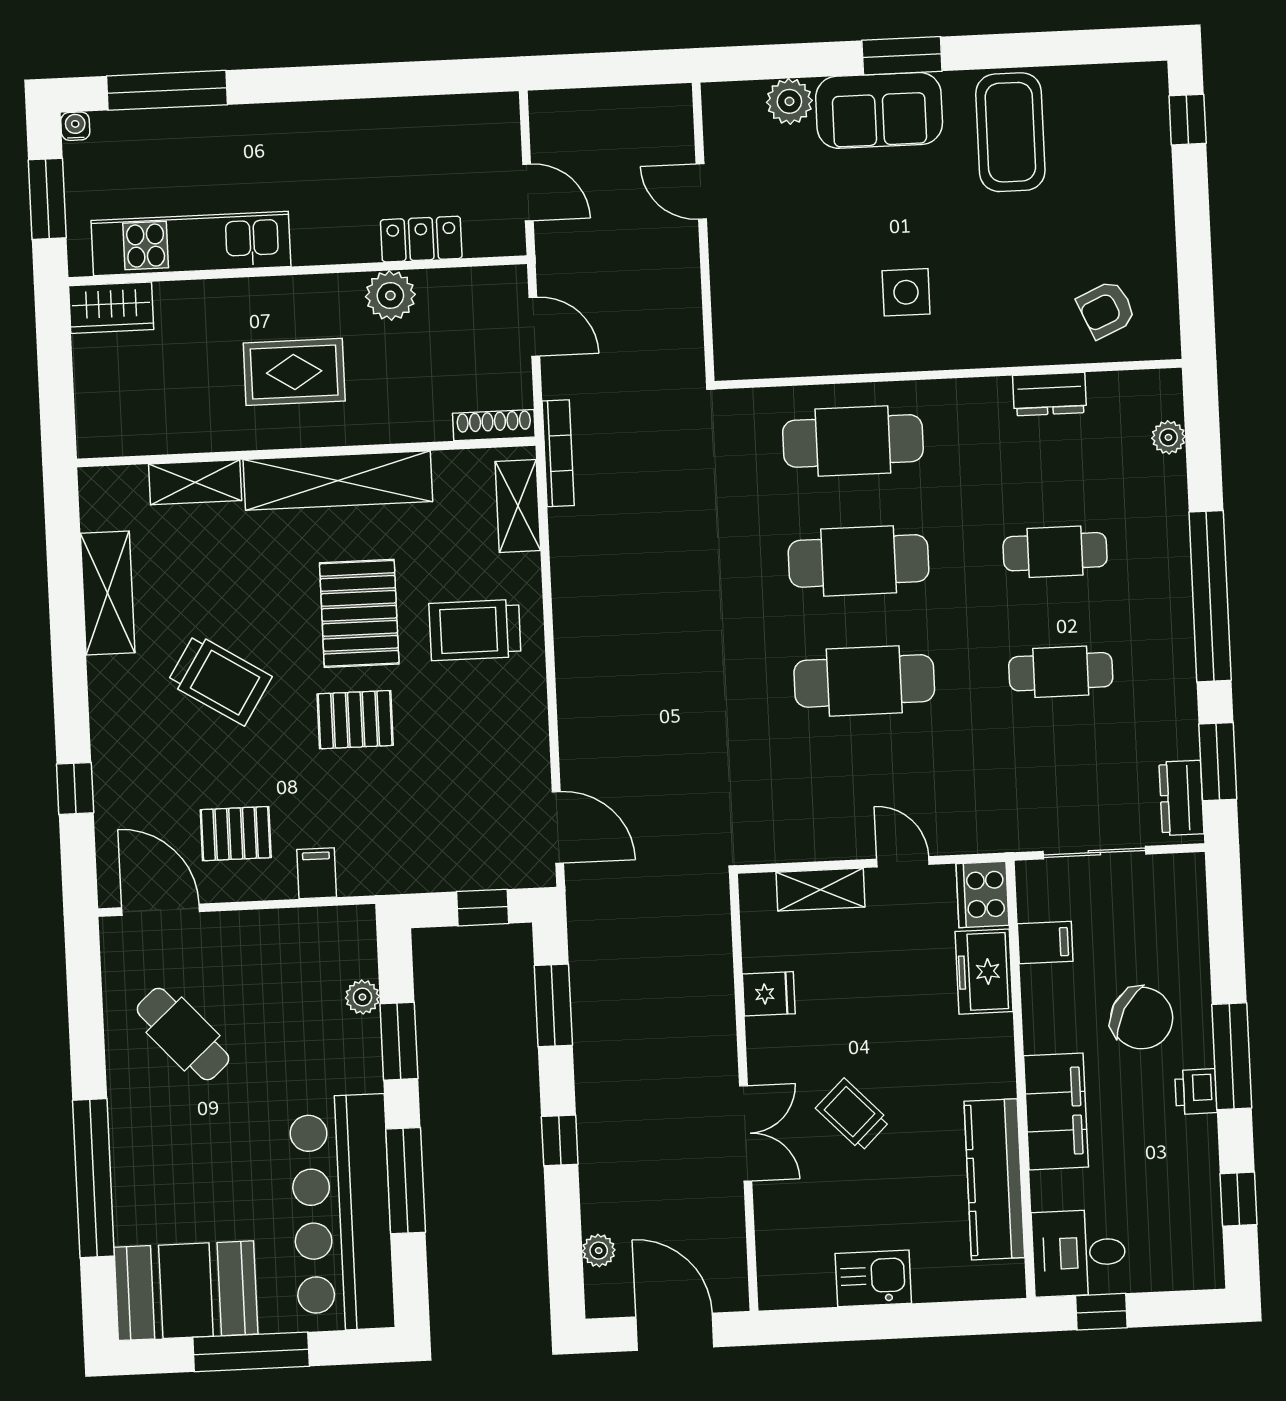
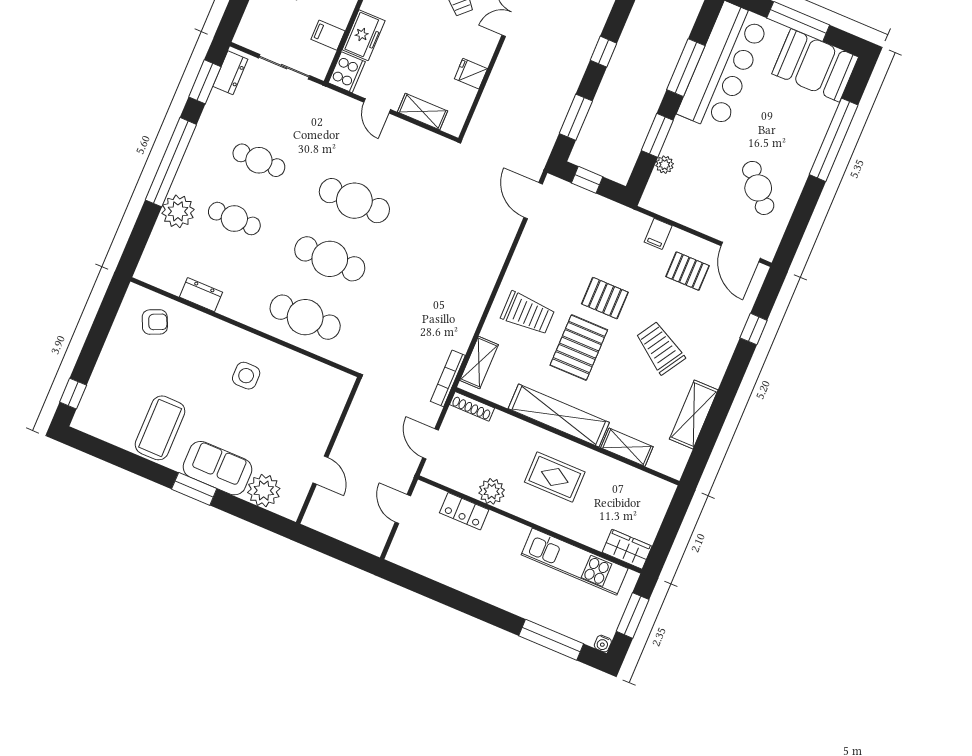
plant: (789, 101) -> (264, 490), width x1.36, depth x1.36
plant: (1168, 437) -> (178, 211), moved, width x1.88, depth x1.88

